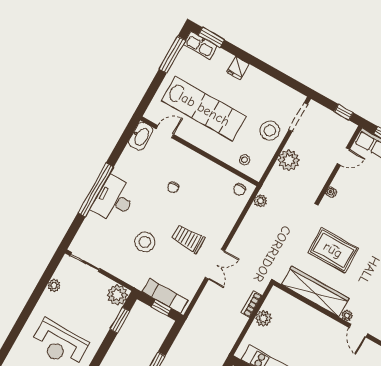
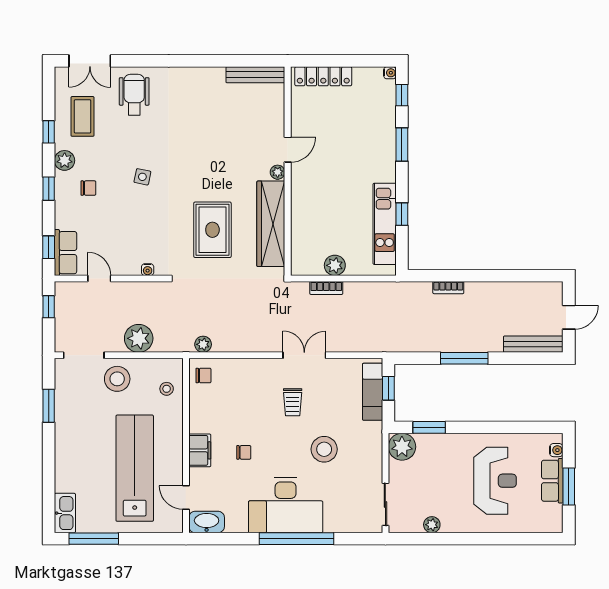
window: (211, 37) -> (49, 406), moved
fridge: (238, 68) -> (67, 455), removed
filing cabinet: (191, 159) -> (200, 450), added
desk: (114, 199) -> (286, 505), width x1.36, depth x1.30
trolley: (188, 239) -> (293, 402), width x0.73, depth x0.72

